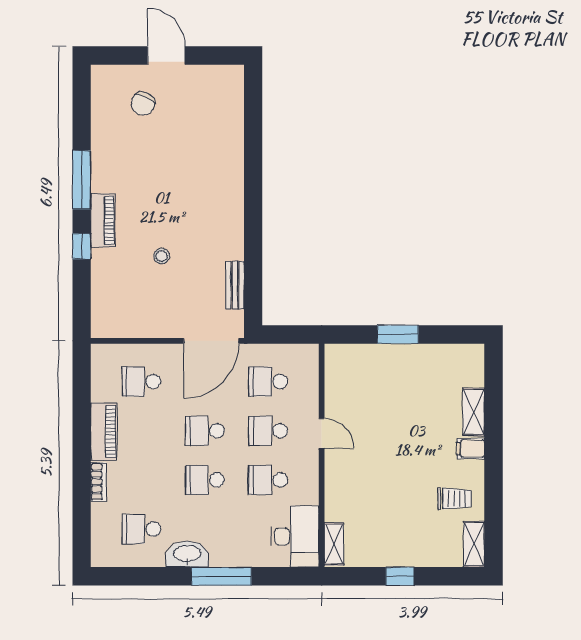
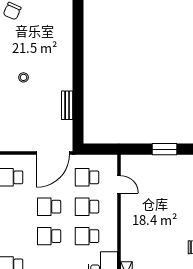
stool: (162, 256) -> (24, 77), moved
bench: (235, 285) -> (67, 105), moved
door: (322, 433) -> (119, 184), moved

